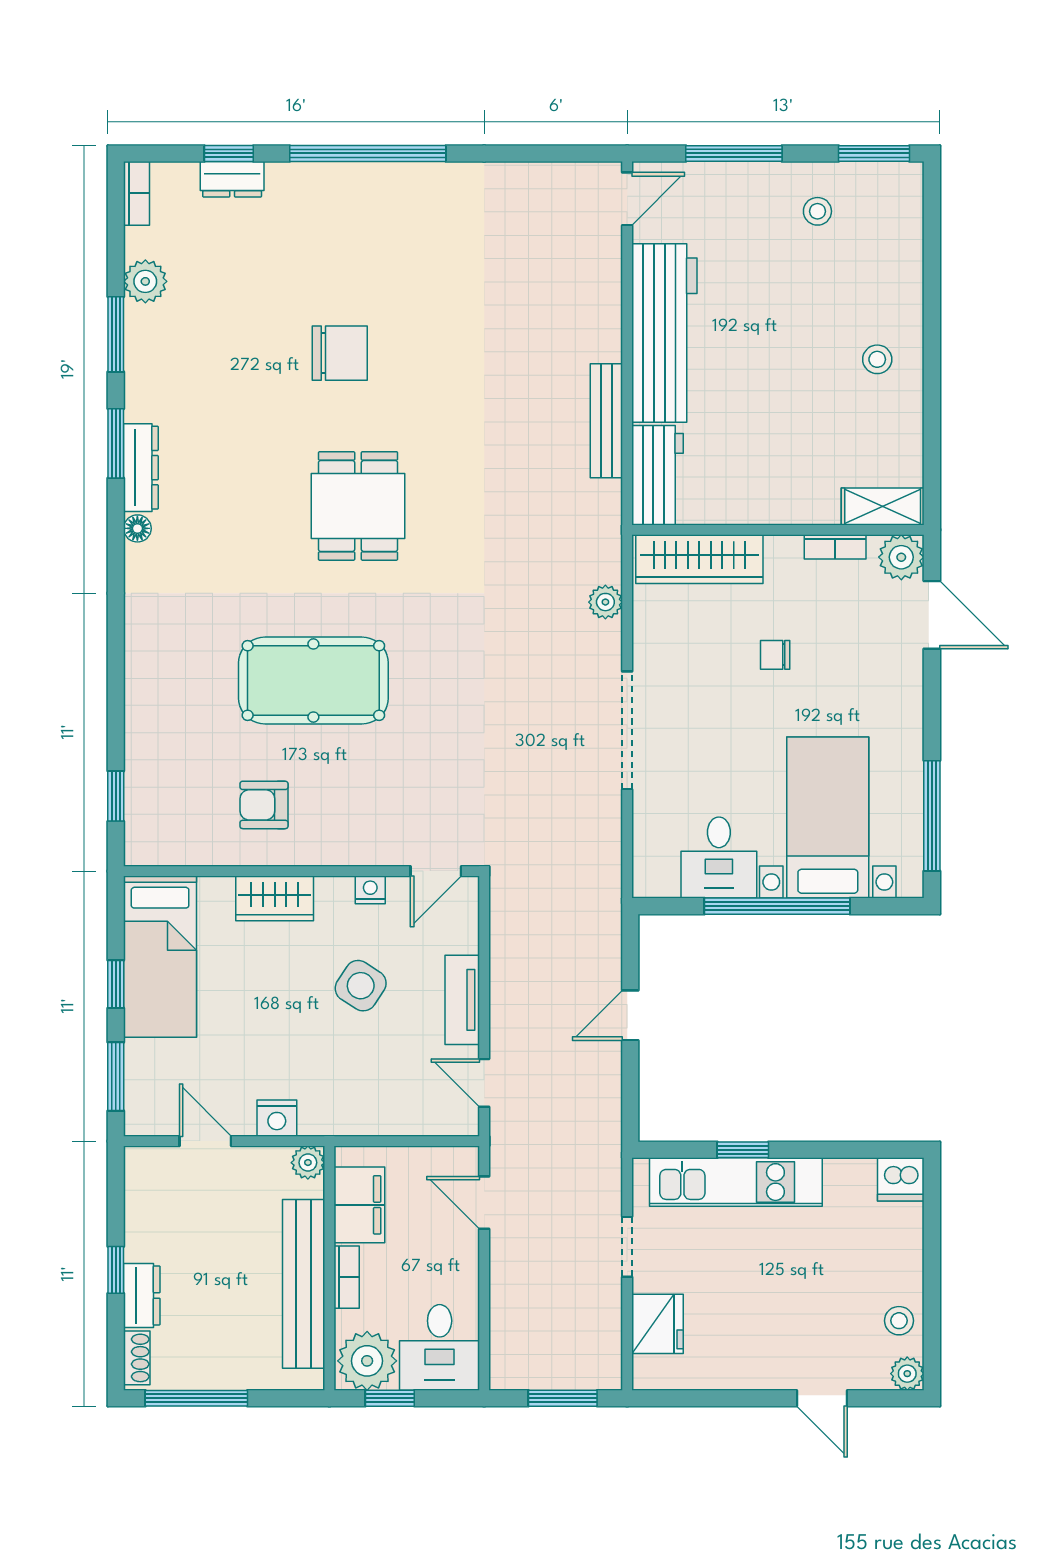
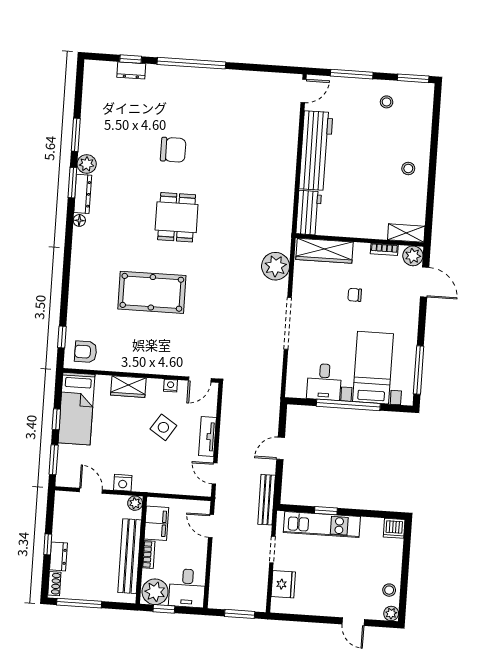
bookcase: (136, 193) -> (89, 74), removed
plant: (145, 281) -> (87, 164), moved
bench: (606, 421) -> (267, 500), moved
plant: (605, 602) -> (276, 266), width x1.87, depth x1.87
armchair: (264, 805) -> (86, 352), moved

